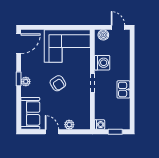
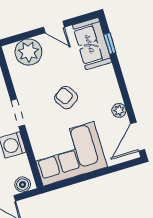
window: (19, 79) -> (110, 43), moved
plant: (26, 82) -> (119, 110), moved
plant: (69, 125) -> (29, 52), width x1.88, depth x1.88

